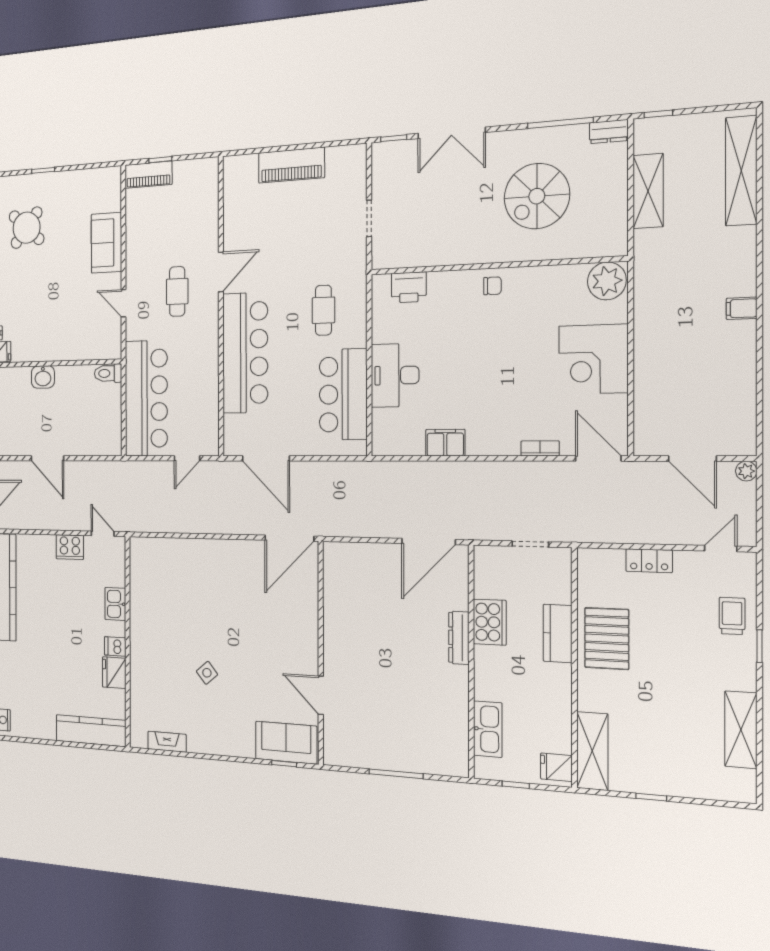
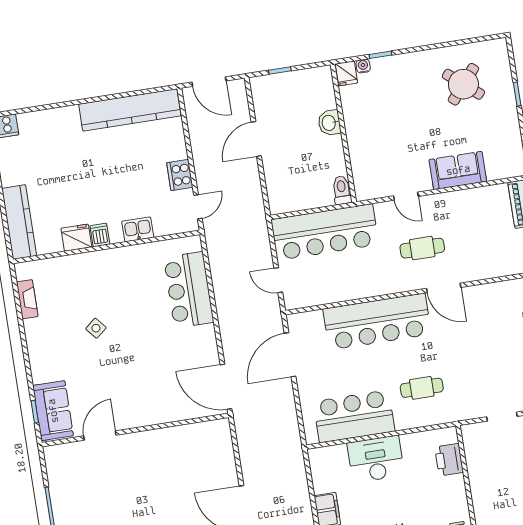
door: (123, 303) -> (406, 196), swing flipped
bar counter: (183, 560) -> (189, 290), added

